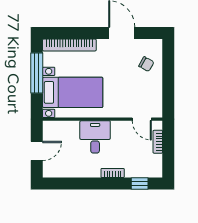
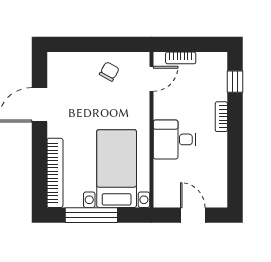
chair: (146, 64) -> (109, 72), moved

